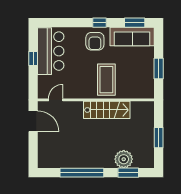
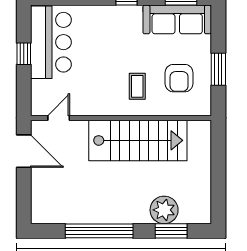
armchair: (95, 41) -> (179, 78), moved
coffee table: (106, 80) -> (137, 86), width x0.54, depth x0.58
stairs: (107, 110) -> (138, 140), width x1.36, depth x1.51
window: (159, 138) -> (218, 176), removed

